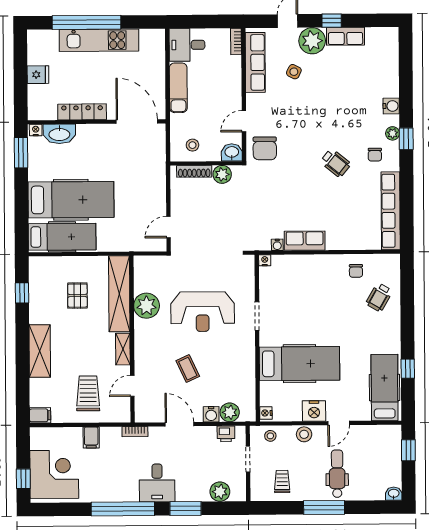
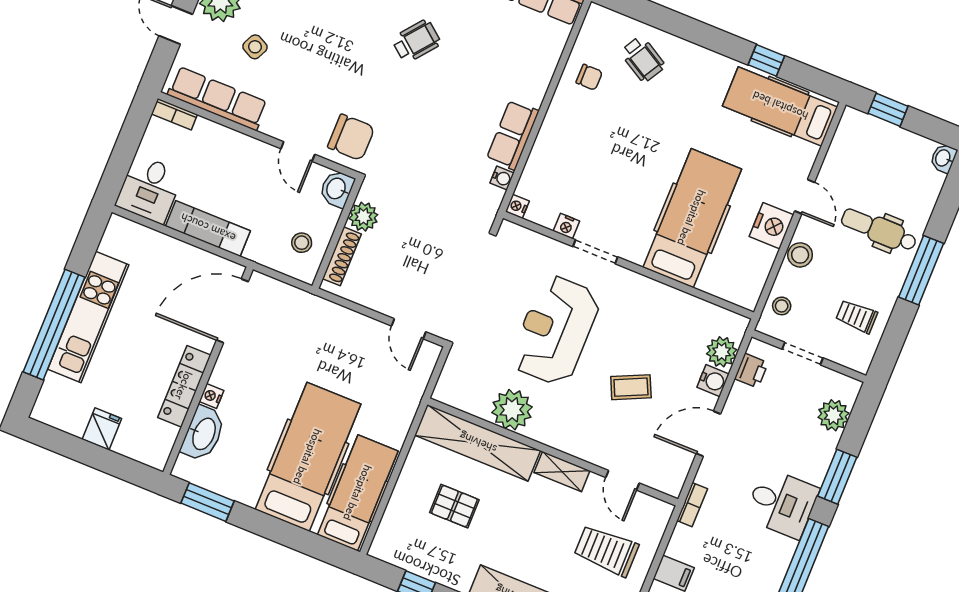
nightstand: (36, 130) -> (212, 396), moved
reception desk: (203, 312) -> (555, 330), turned 180
nightstand: (266, 413) -> (566, 226), moved

